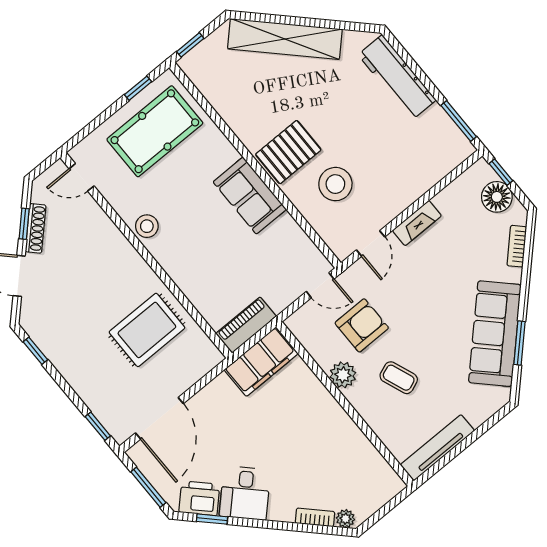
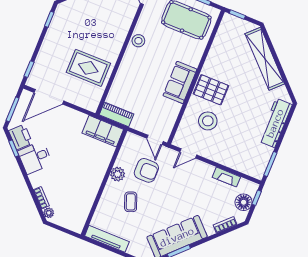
fireplace: (417, 223) -> (226, 177), moved

